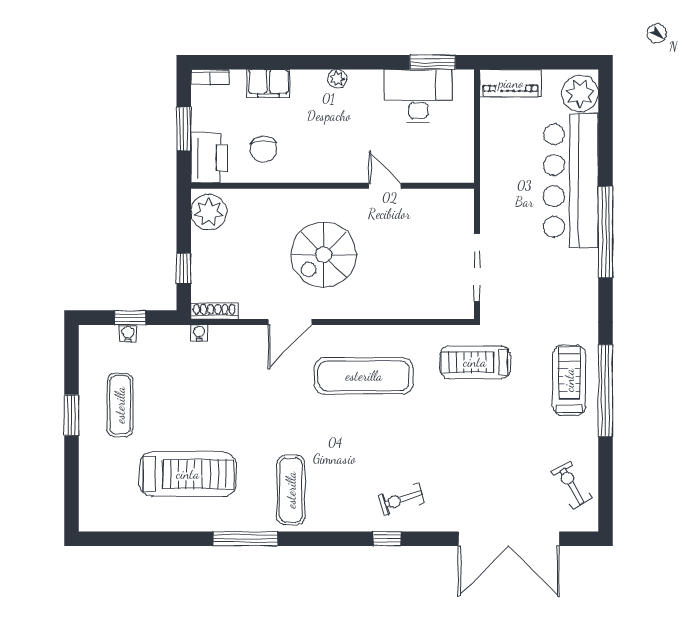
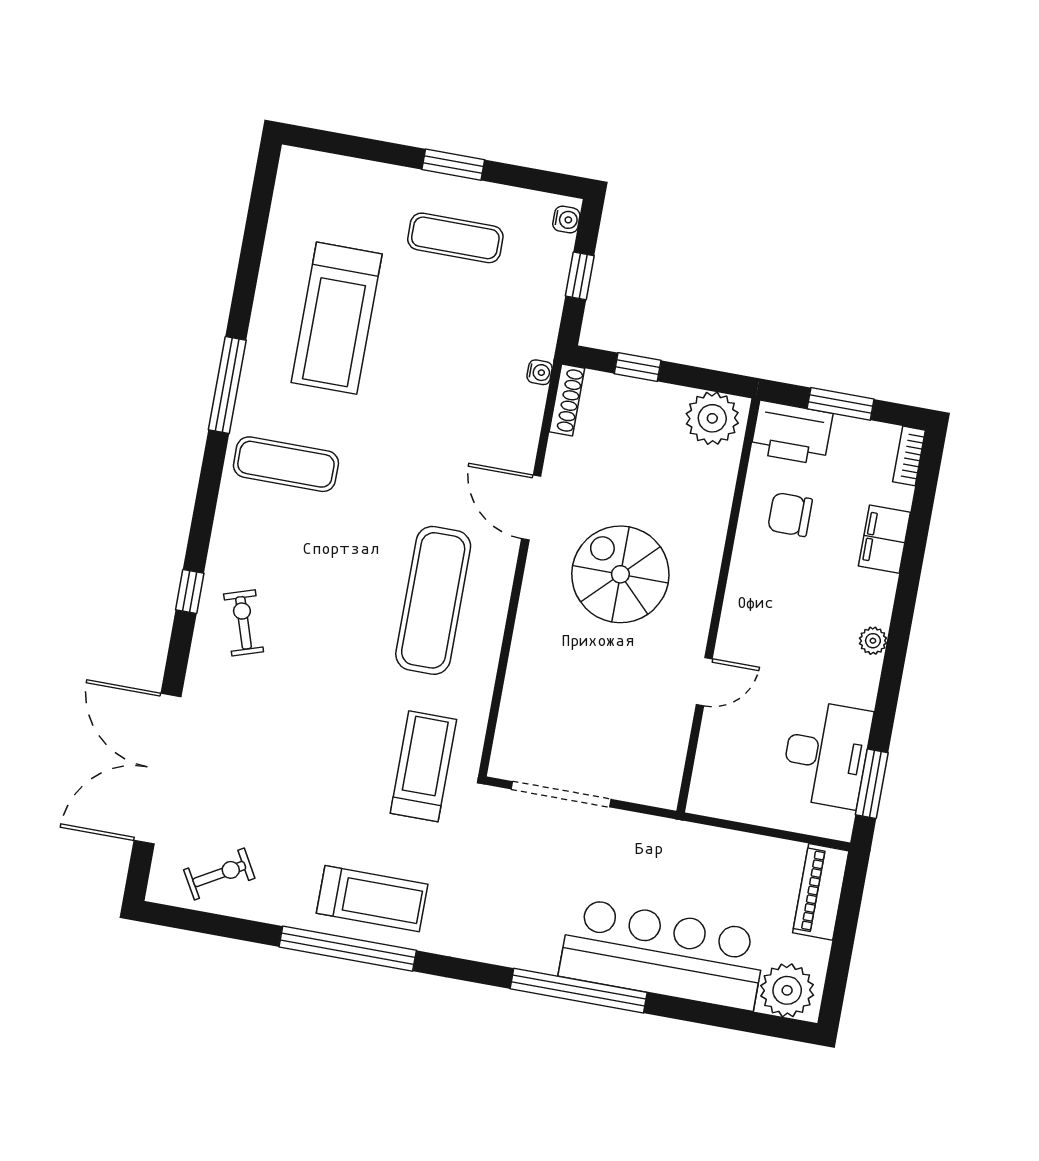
water cooler: (128, 333) -> (566, 220), moved

